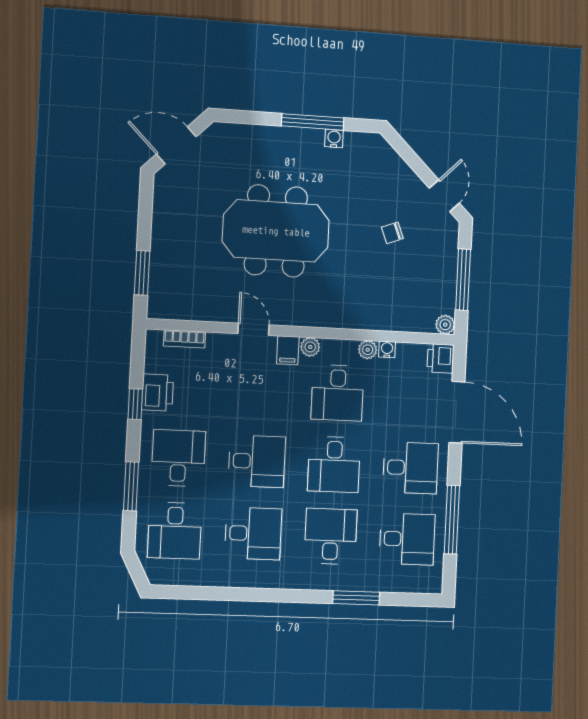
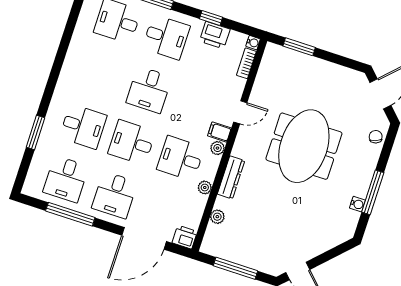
chair: (392, 233) -> (376, 137), moved
dresser: (345, 318) -> (231, 177), added
plant: (445, 325) -> (217, 217), moved
water cooler: (387, 349) -> (253, 43), moved
desk: (253, 533) -> (100, 74), removed

